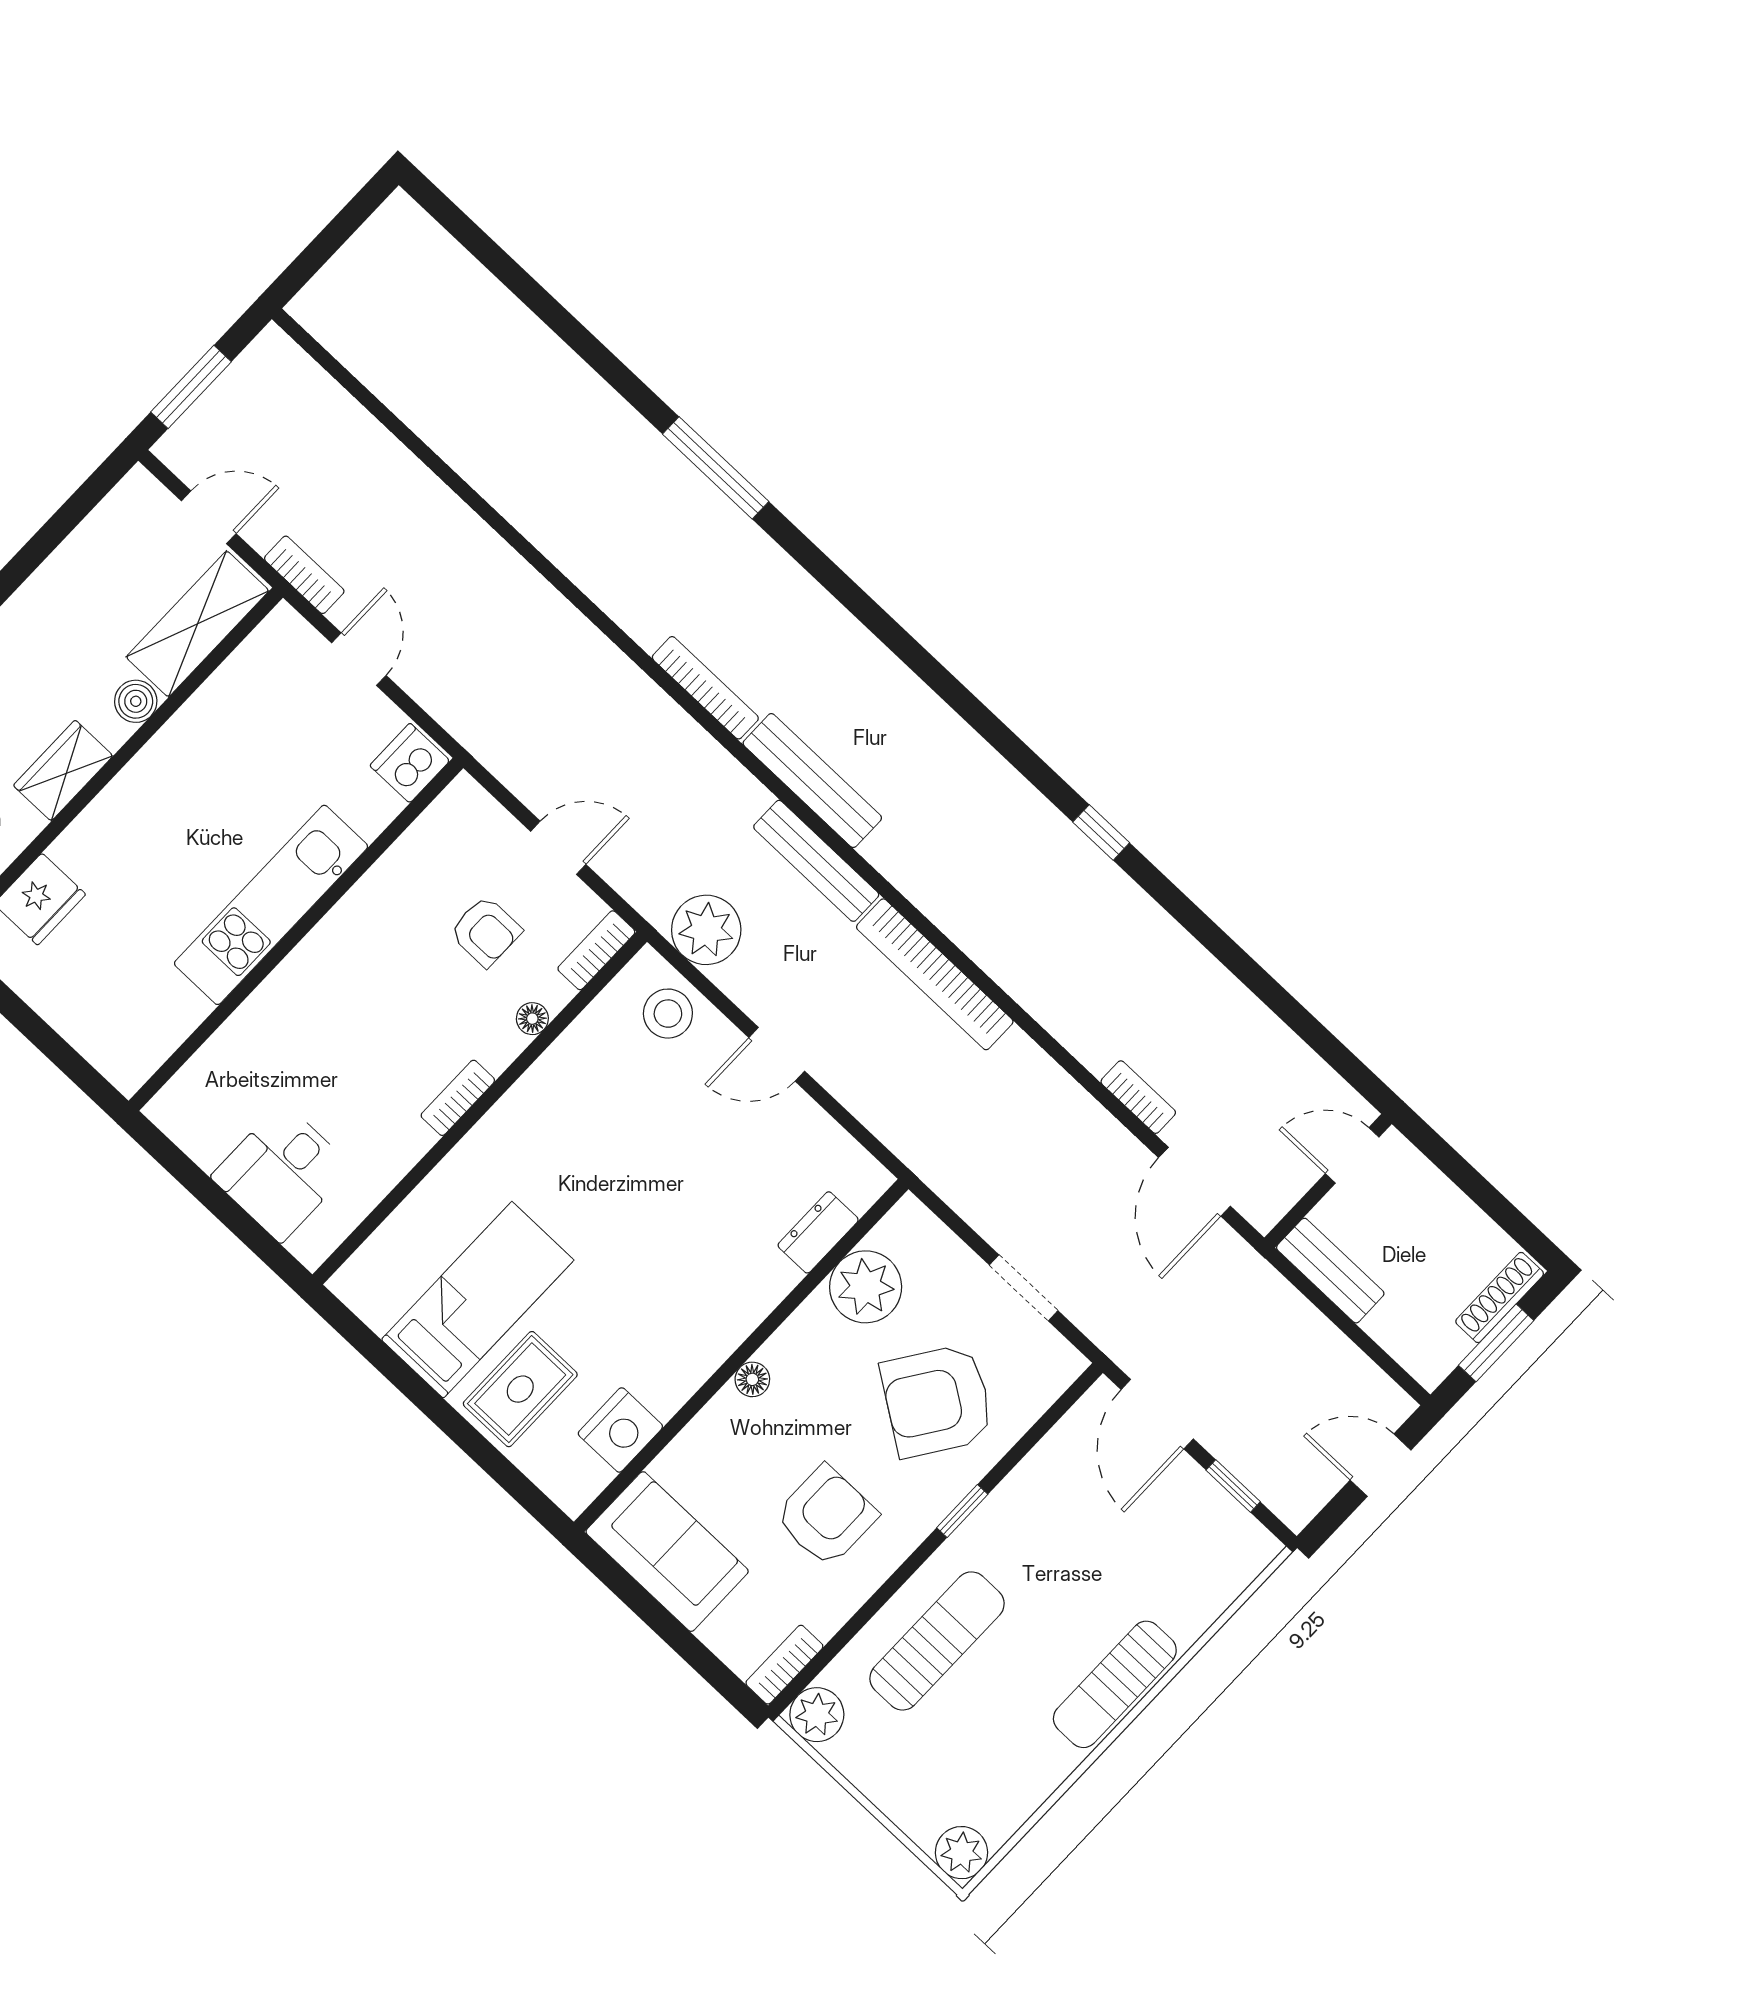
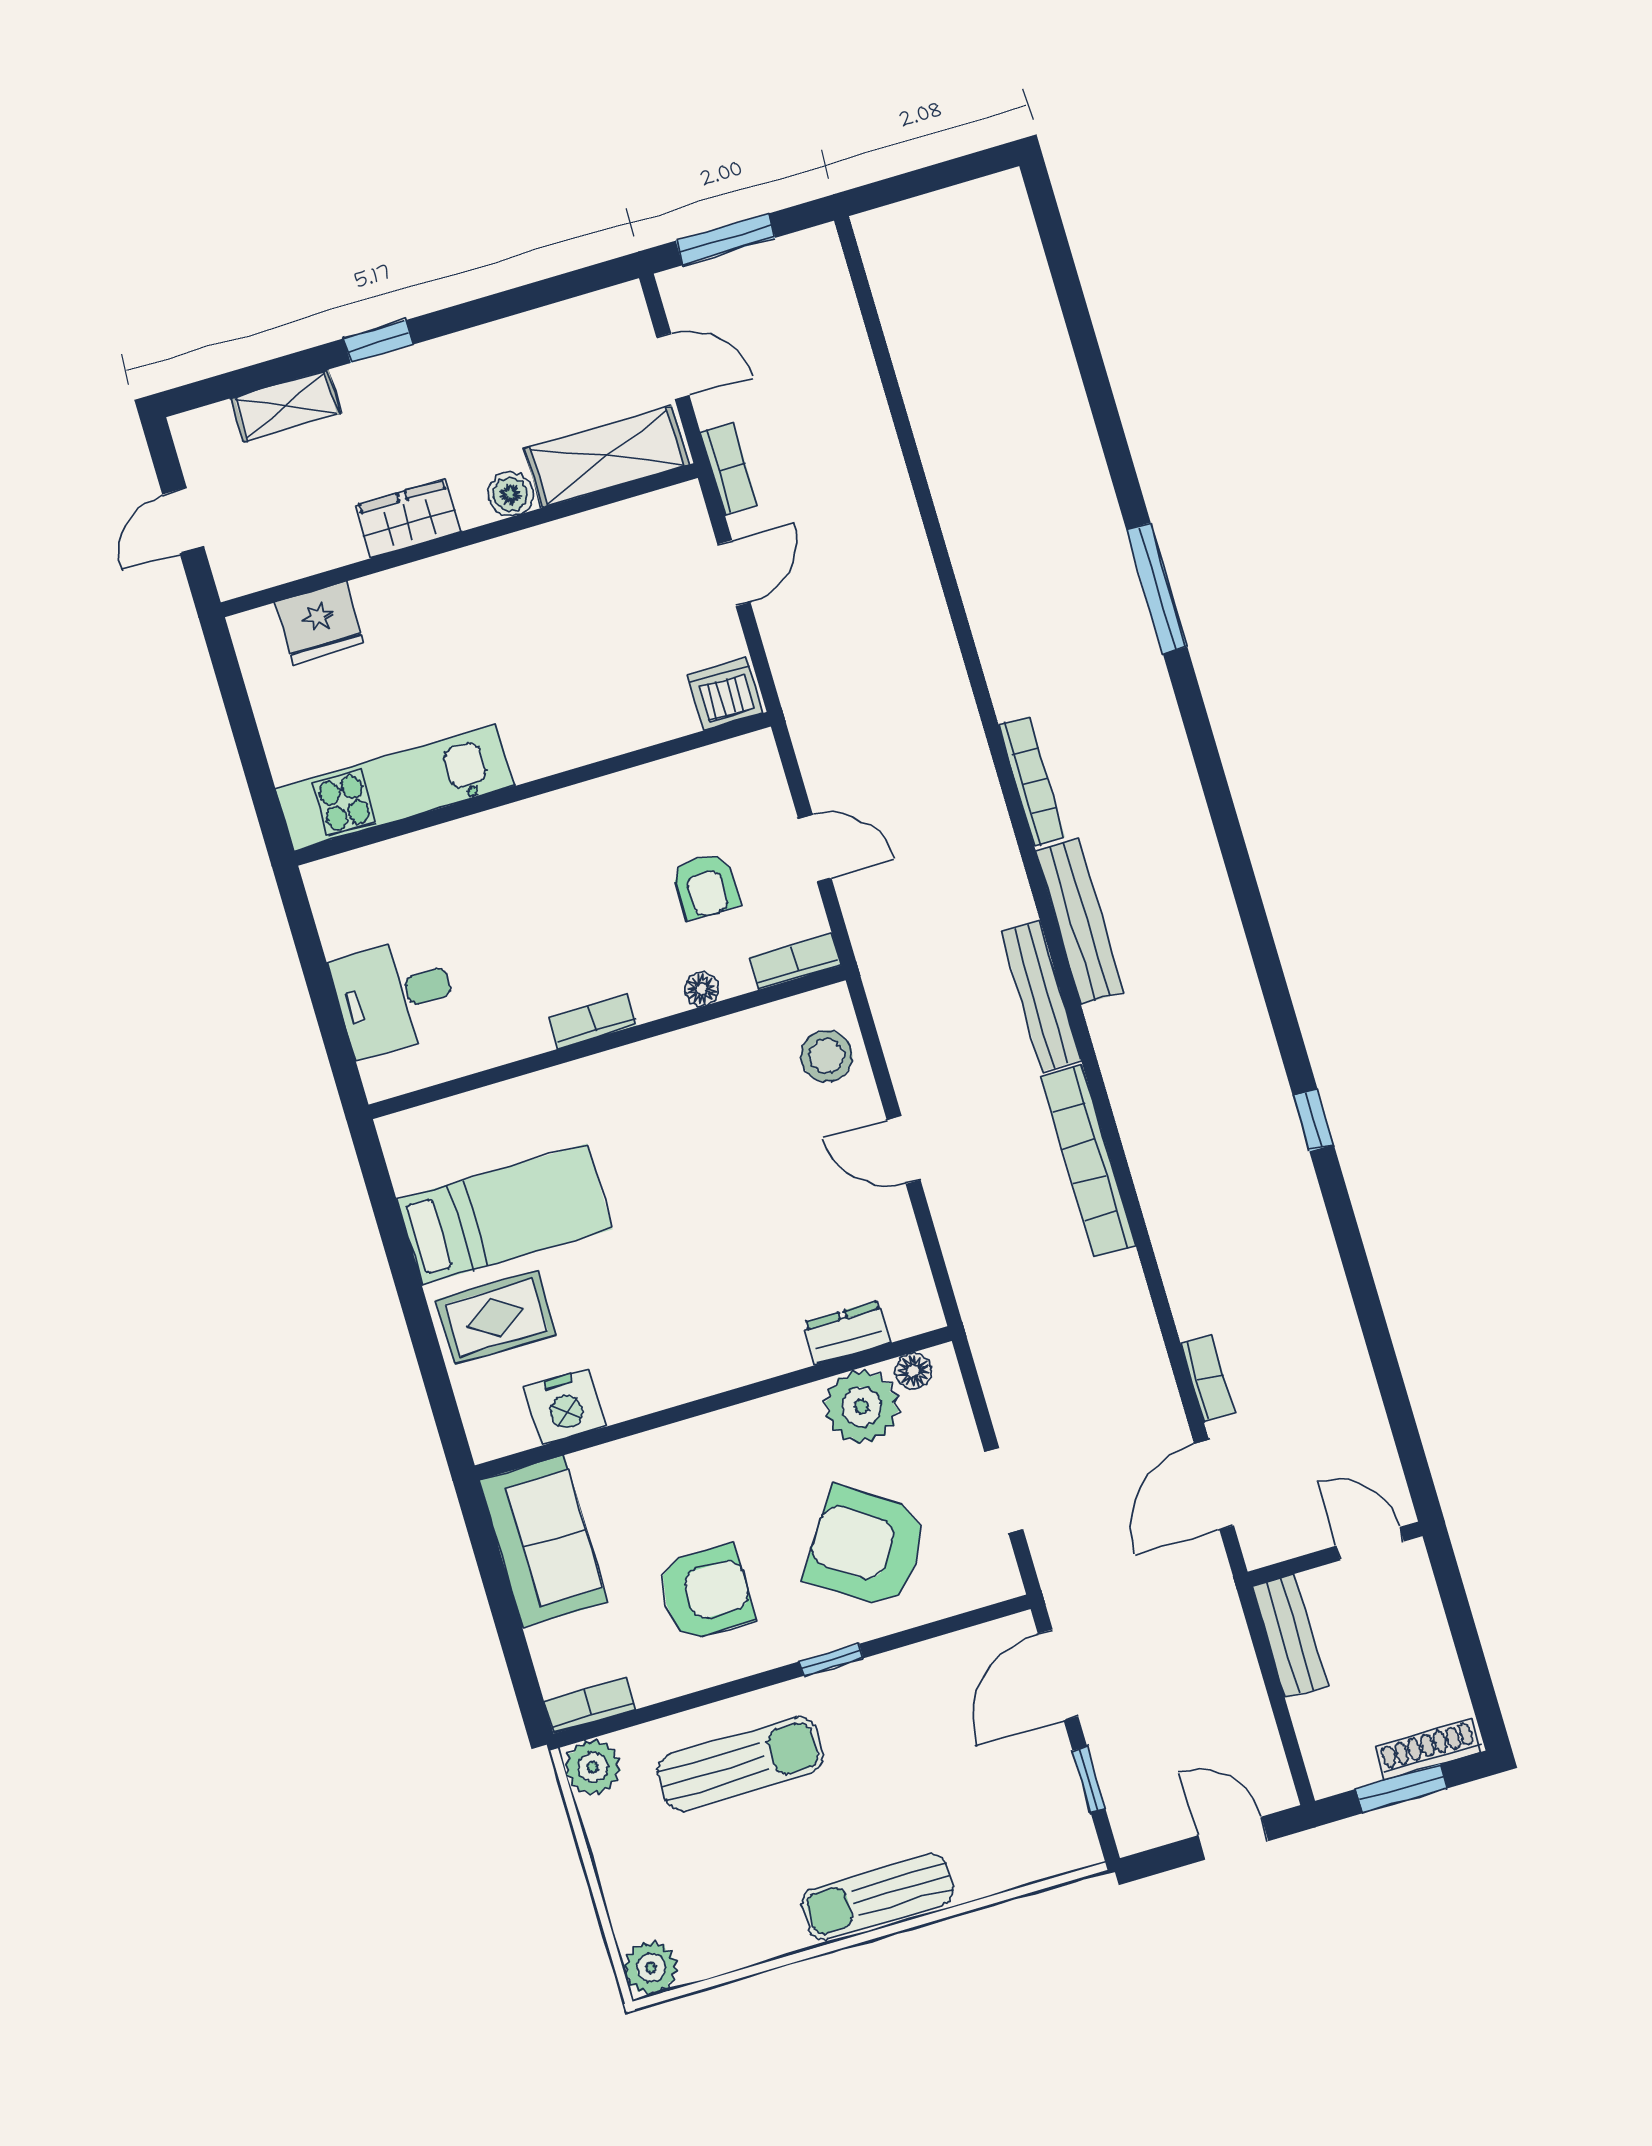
kitchen unit: (271, 905) -> (395, 788), moved
plant: (706, 930) -> (905, 1000), removed
floor lamp: (752, 1379) -> (913, 1371), moved

